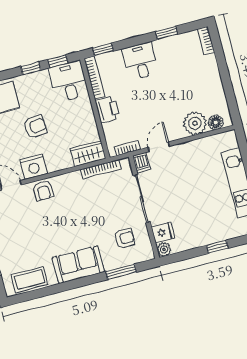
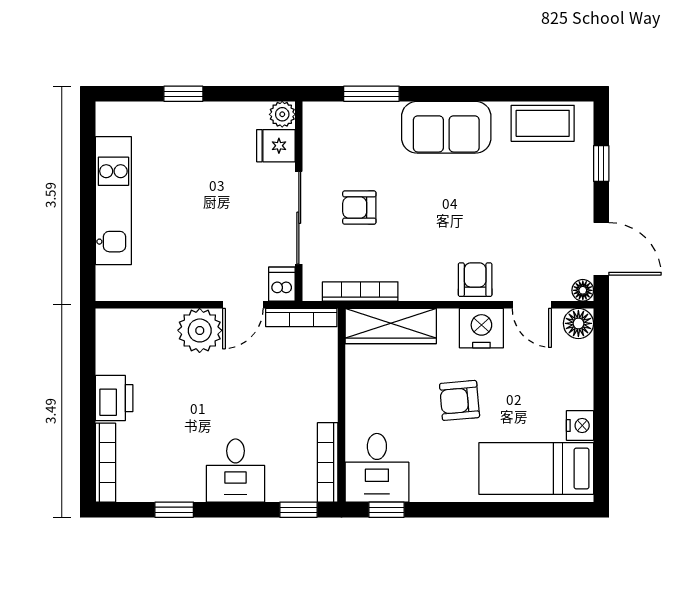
bookcase: (206, 41) -> (105, 463), width x1.56
window: (31, 68) -> (440, 510), removed
printer: (107, 109) -> (114, 398), moved, turned 180
floor lamp: (216, 122) -> (127, 322), removed
plant: (195, 123) -> (200, 330), moved
bookcase: (127, 148) -> (301, 318), width x1.56
wardrobe: (88, 154) -> (391, 326), width x1.50
armchair: (124, 238) -> (359, 208), moved

